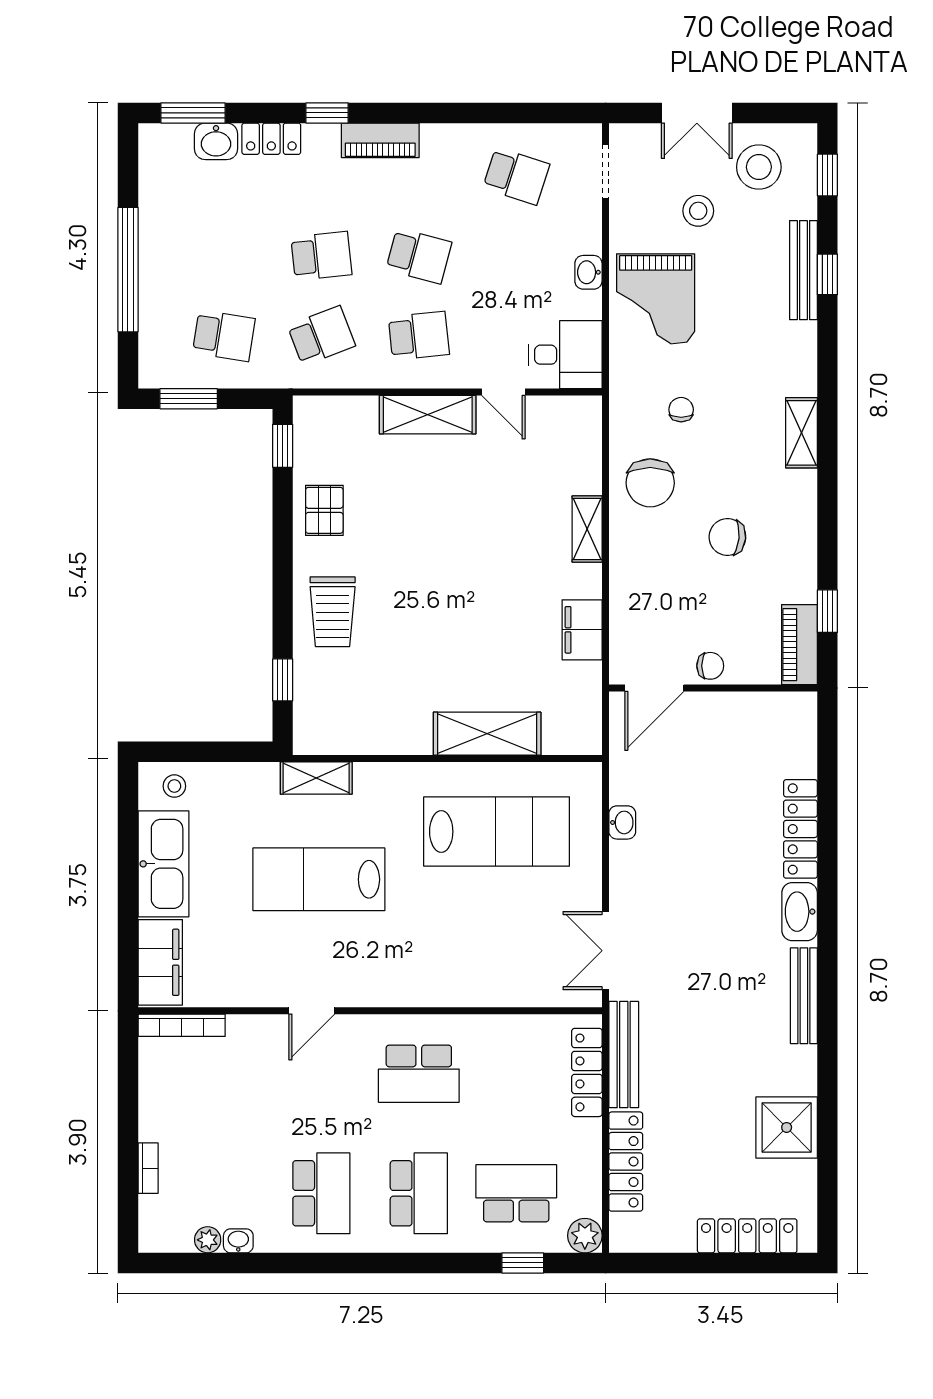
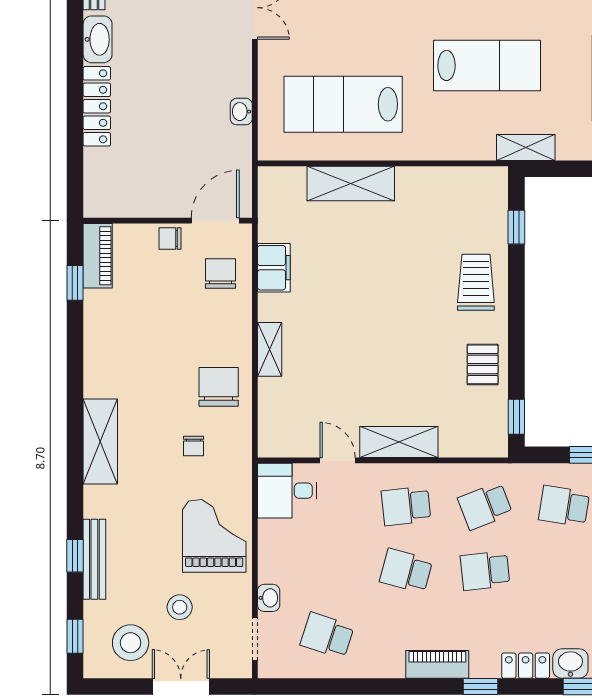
washbasin: (588, 272) -> (269, 598), moved
shelving: (802, 433) -> (100, 442), width x1.50, depth x1.33
chair: (727, 537) -> (221, 273), moved, turned -95
shelving: (316, 778) -> (526, 148), moved

